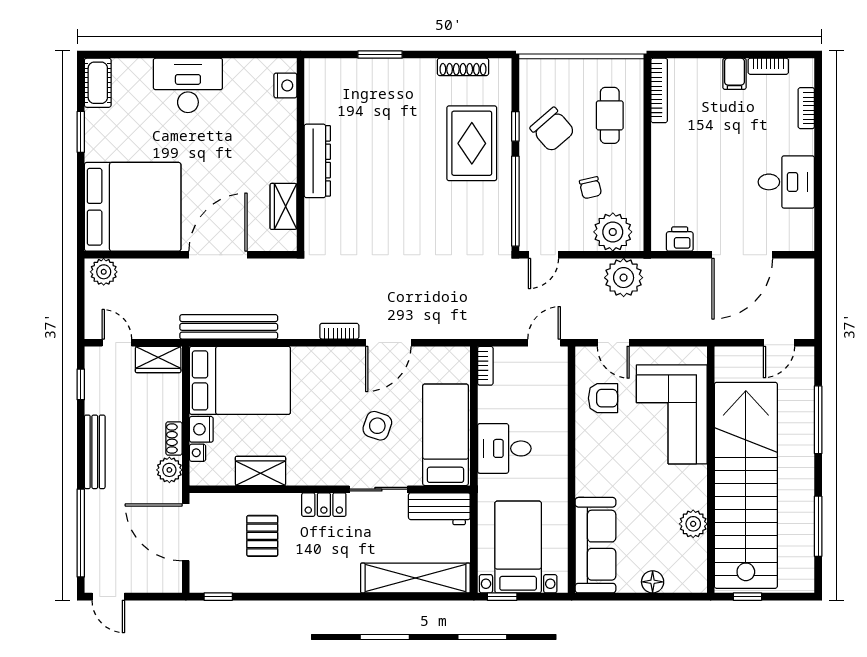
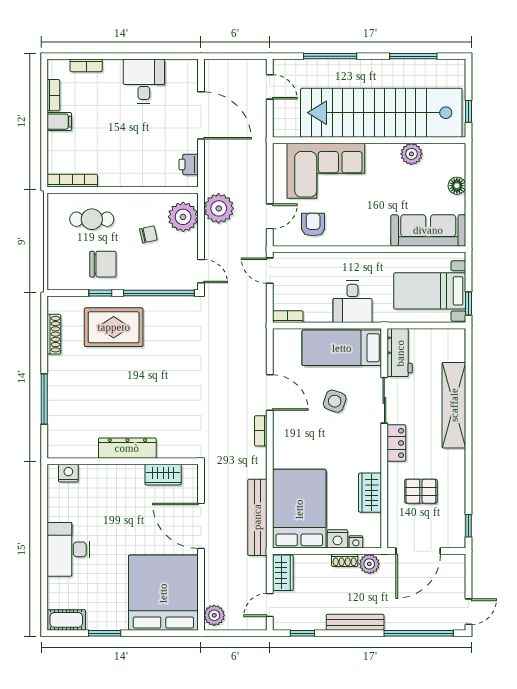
window: (380, 55) -> (44, 399), width x1.44
chair: (552, 130) -> (103, 264), turned 41
shelving: (415, 578) -> (454, 405), moved

